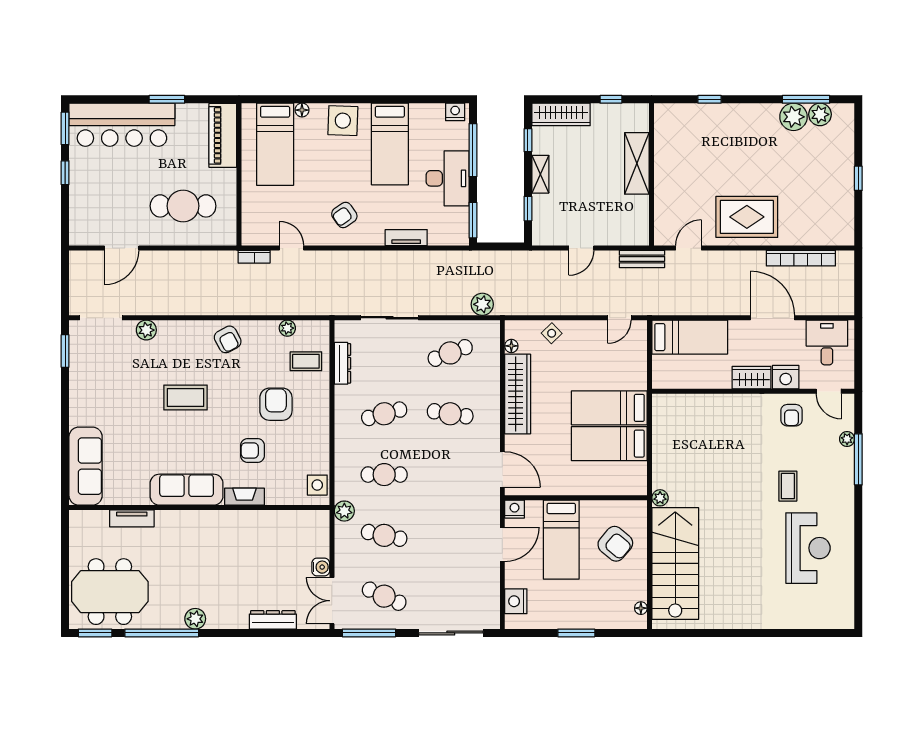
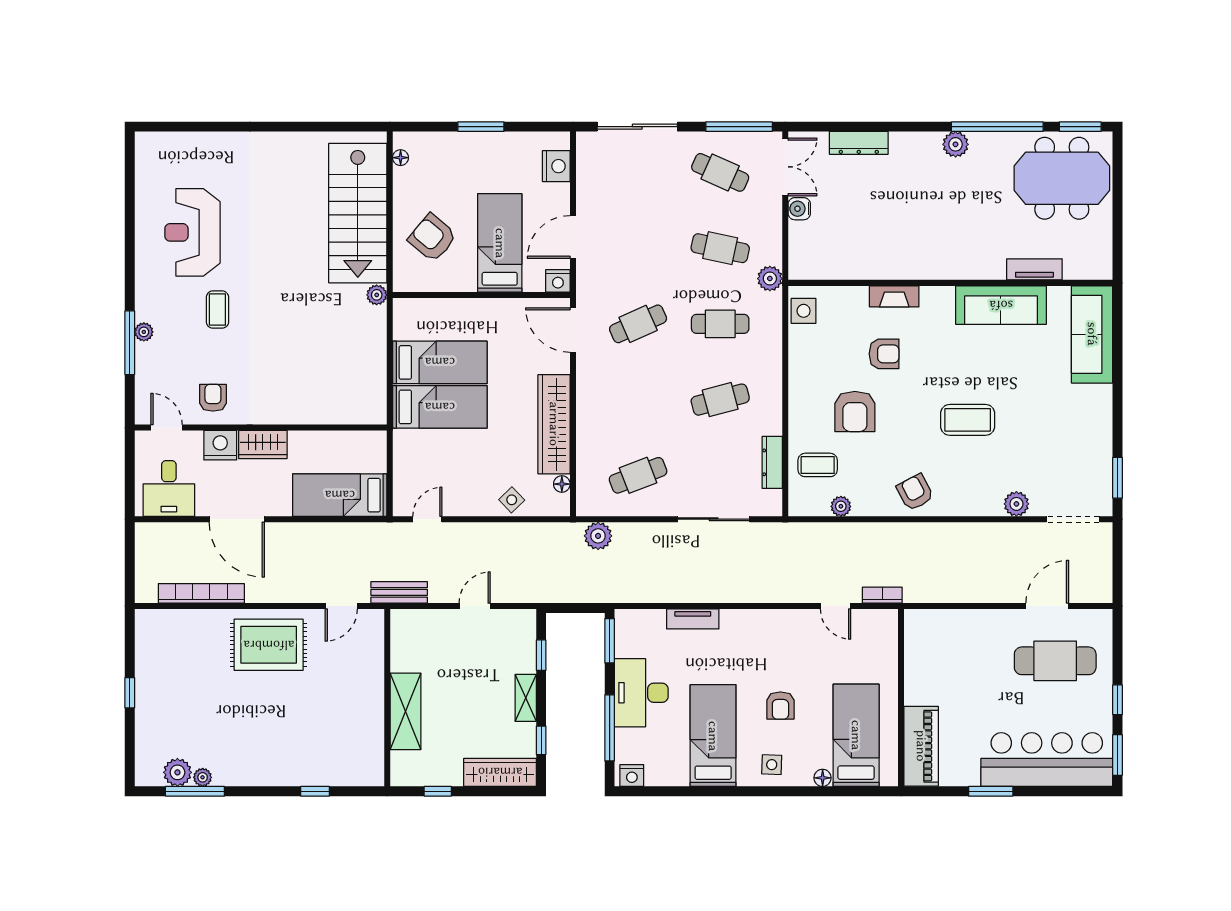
plant: (793, 117) -> (203, 777), width x0.53, depth x0.53
side table: (343, 121) -> (772, 765), width x0.54, depth x0.54
cafe table: (183, 206) -> (1055, 661), moved
armchair: (344, 215) -> (780, 705), moved, turned 125
cafe table: (450, 414) -> (638, 324), moved, turned -33
plant: (847, 439) -> (144, 332), moved
sofa: (187, 490) -> (1001, 305), moved

